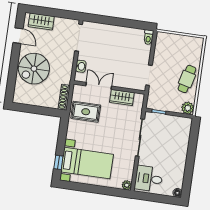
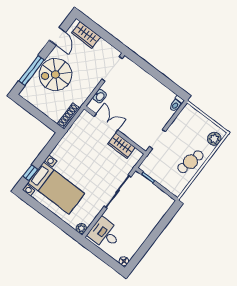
window: (12, 76) -> (32, 70), added
plant: (188, 108) -> (214, 139), moved
rug: (86, 112) -> (81, 140), removed

